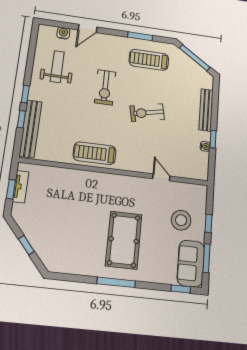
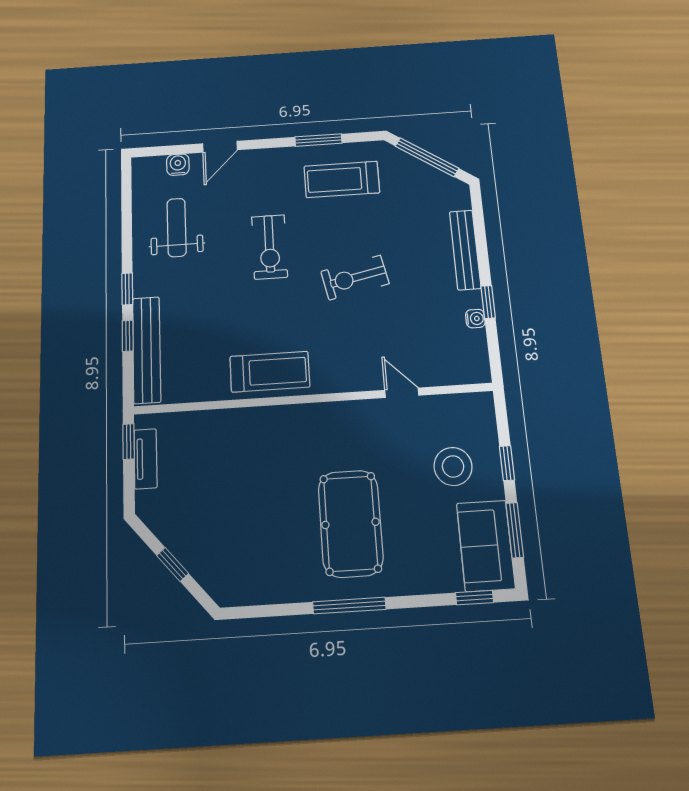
treadmill: (95, 153) -> (270, 372), turned 180
window: (11, 189) -> (129, 441), moved

